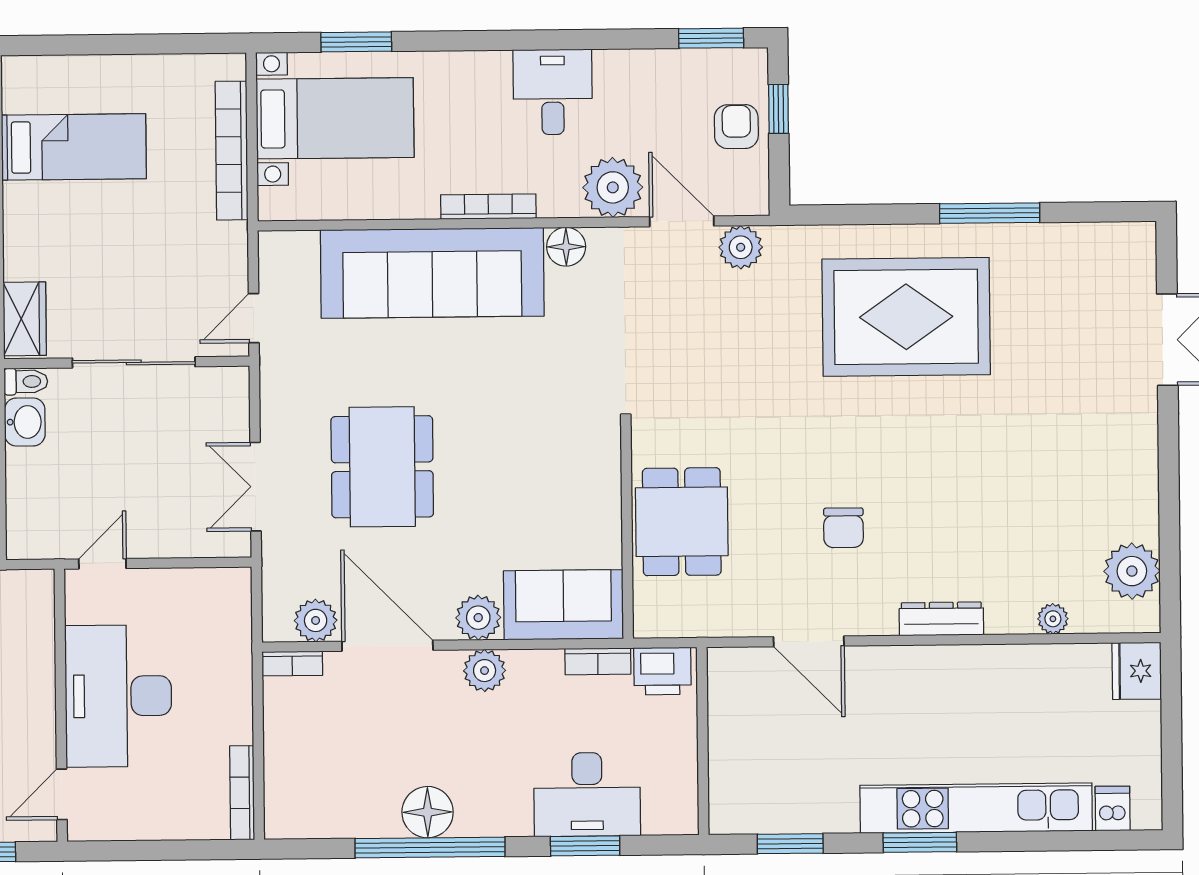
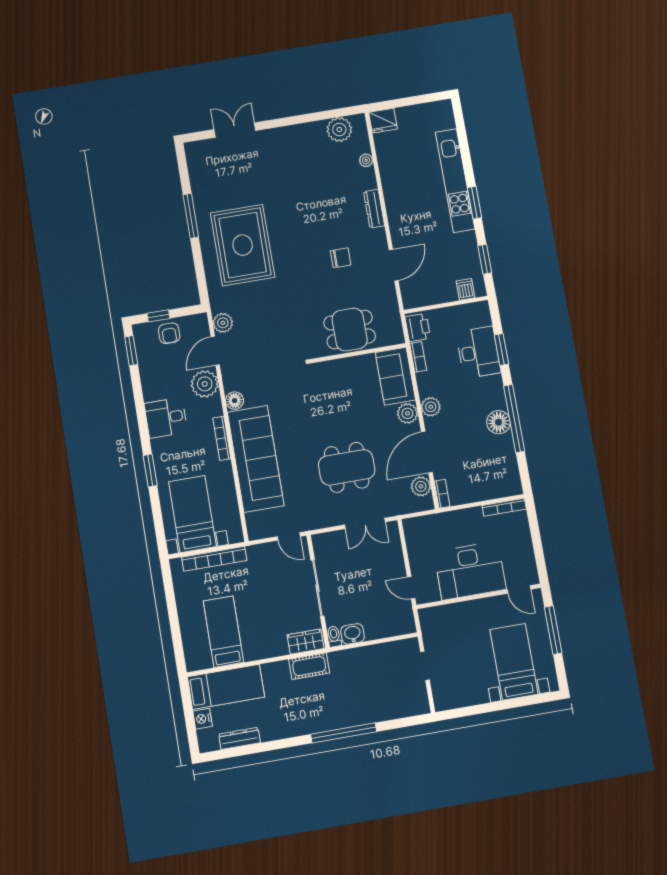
window: (356, 42) -> (150, 471), moved
armchair: (736, 127) -> (169, 333), turned -90
dishwasher: (1113, 808) -> (466, 289), moved, turned 90

